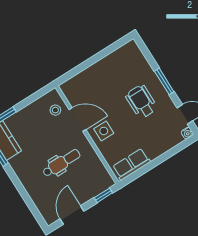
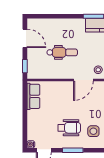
side table: (104, 131) -> (93, 131), moved
dental chair: (61, 163) -> (62, 52), turned -90

